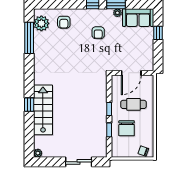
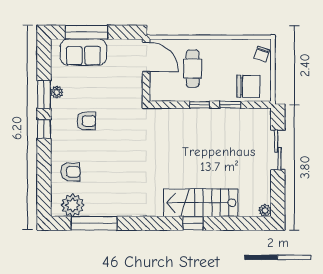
sofa: (138, 18) -> (83, 52), moved, turned 90
window: (158, 33) -> (87, 32), width x2.17
door: (131, 73) -> (146, 57), moved
chair: (127, 128) -> (248, 86), moved

